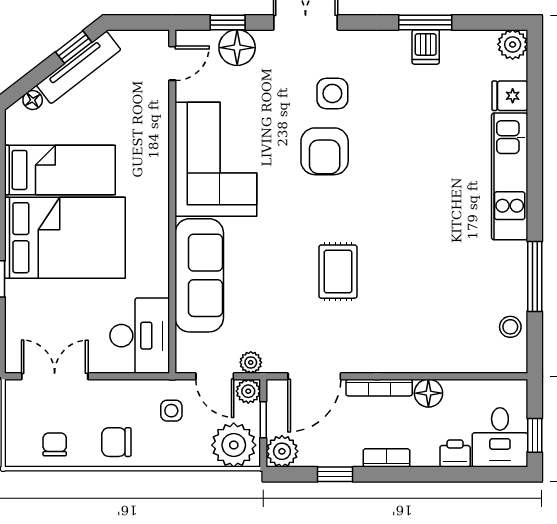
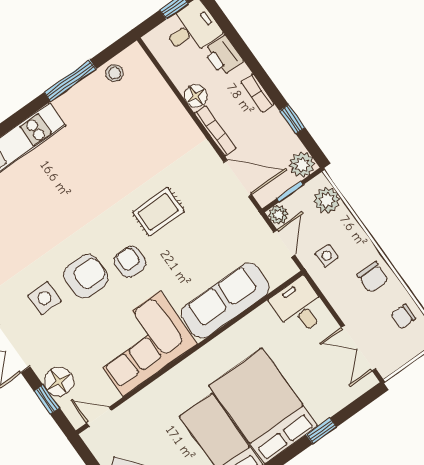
armchair: (307, 206) -> (130, 262), added
desk: (140, 336) -> (299, 307), width x0.73
plant: (251, 362) -> (258, 226), removed
plant: (234, 445) -> (327, 200), width x0.73, depth x0.73
printer: (455, 454) -> (223, 55), width x1.36, depth x1.24

